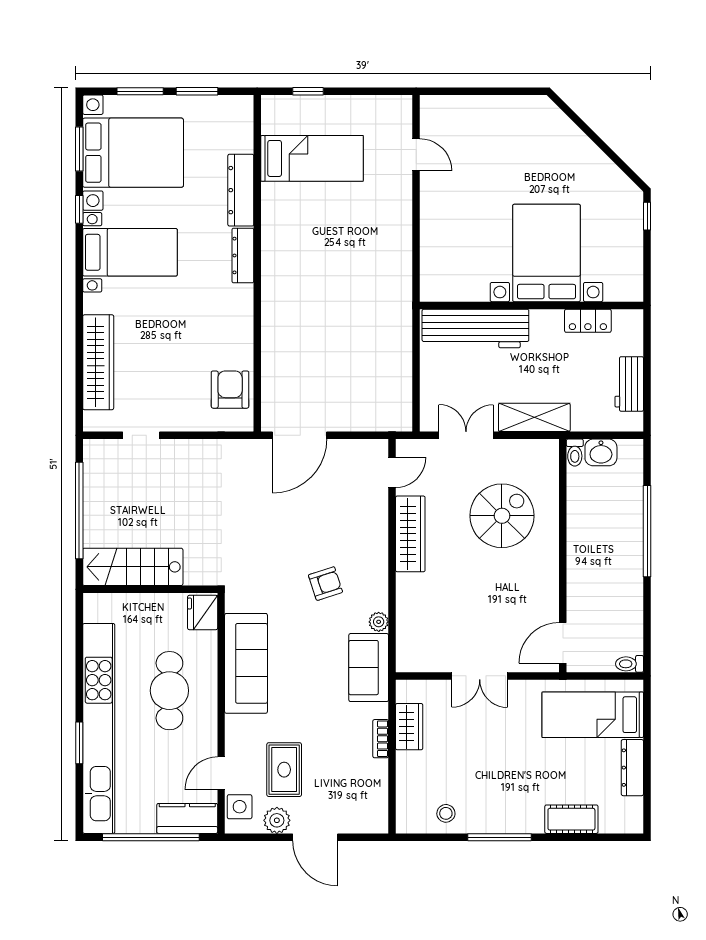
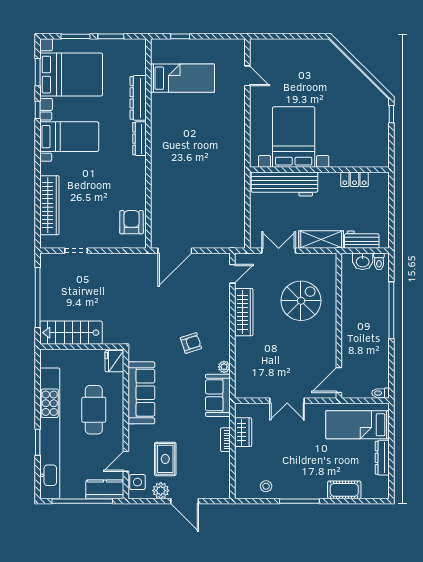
bed with nightstands: (546, 253) -> (294, 137), moved
workbench: (629, 384) -> (362, 240), moved, turned 90
toilet: (575, 453) -> (379, 261), moved

